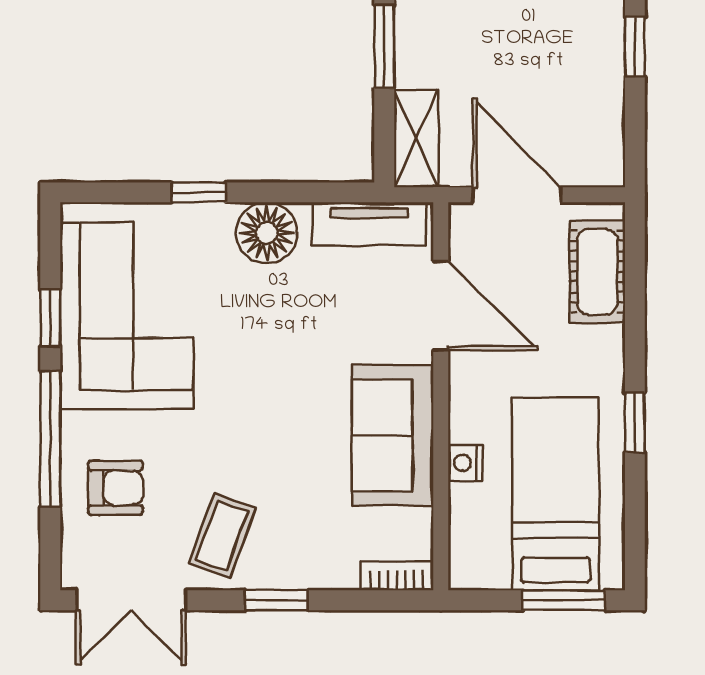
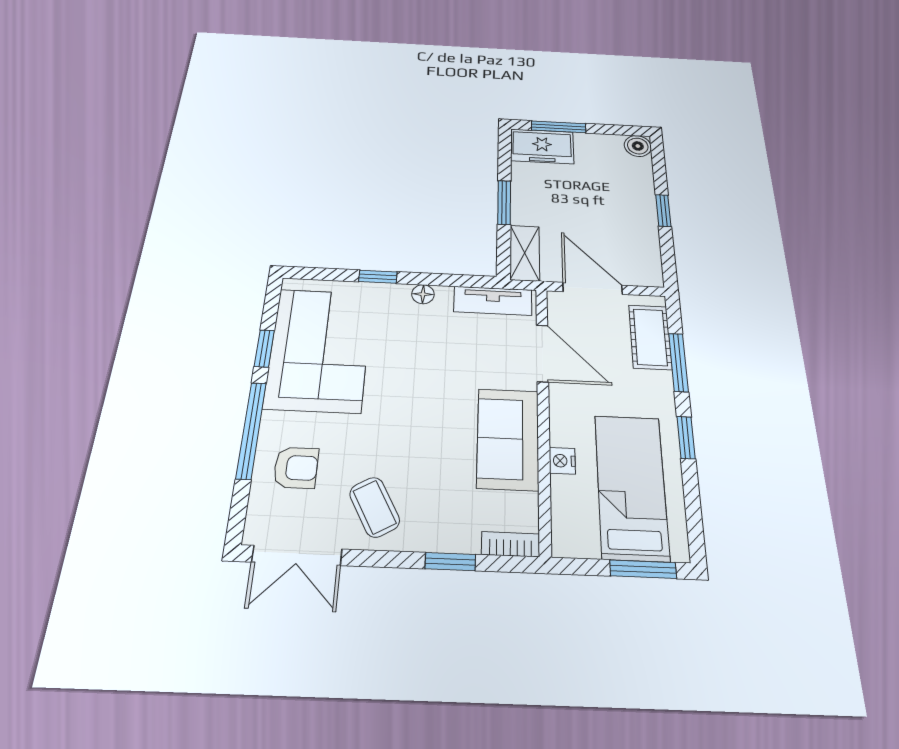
floor lamp: (267, 233) -> (423, 294), width x0.53, depth x0.53
window: (635, 310) -> (678, 362), added
coffee table: (222, 535) -> (375, 507), turned -49
window: (277, 600) -> (450, 562), moved

